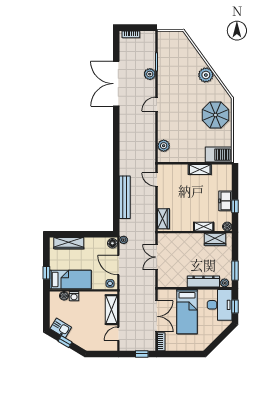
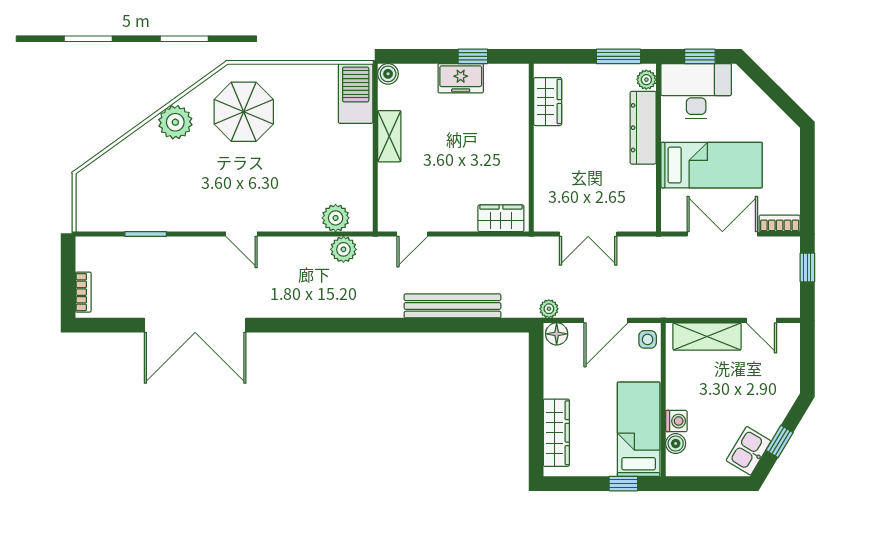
plant: (150, 74) -> (343, 249), moved
parasol: (215, 115) -> (244, 112), moved
boiler: (227, 226) -> (388, 74), moved
shelving: (204, 227) -> (519, 127), removed

